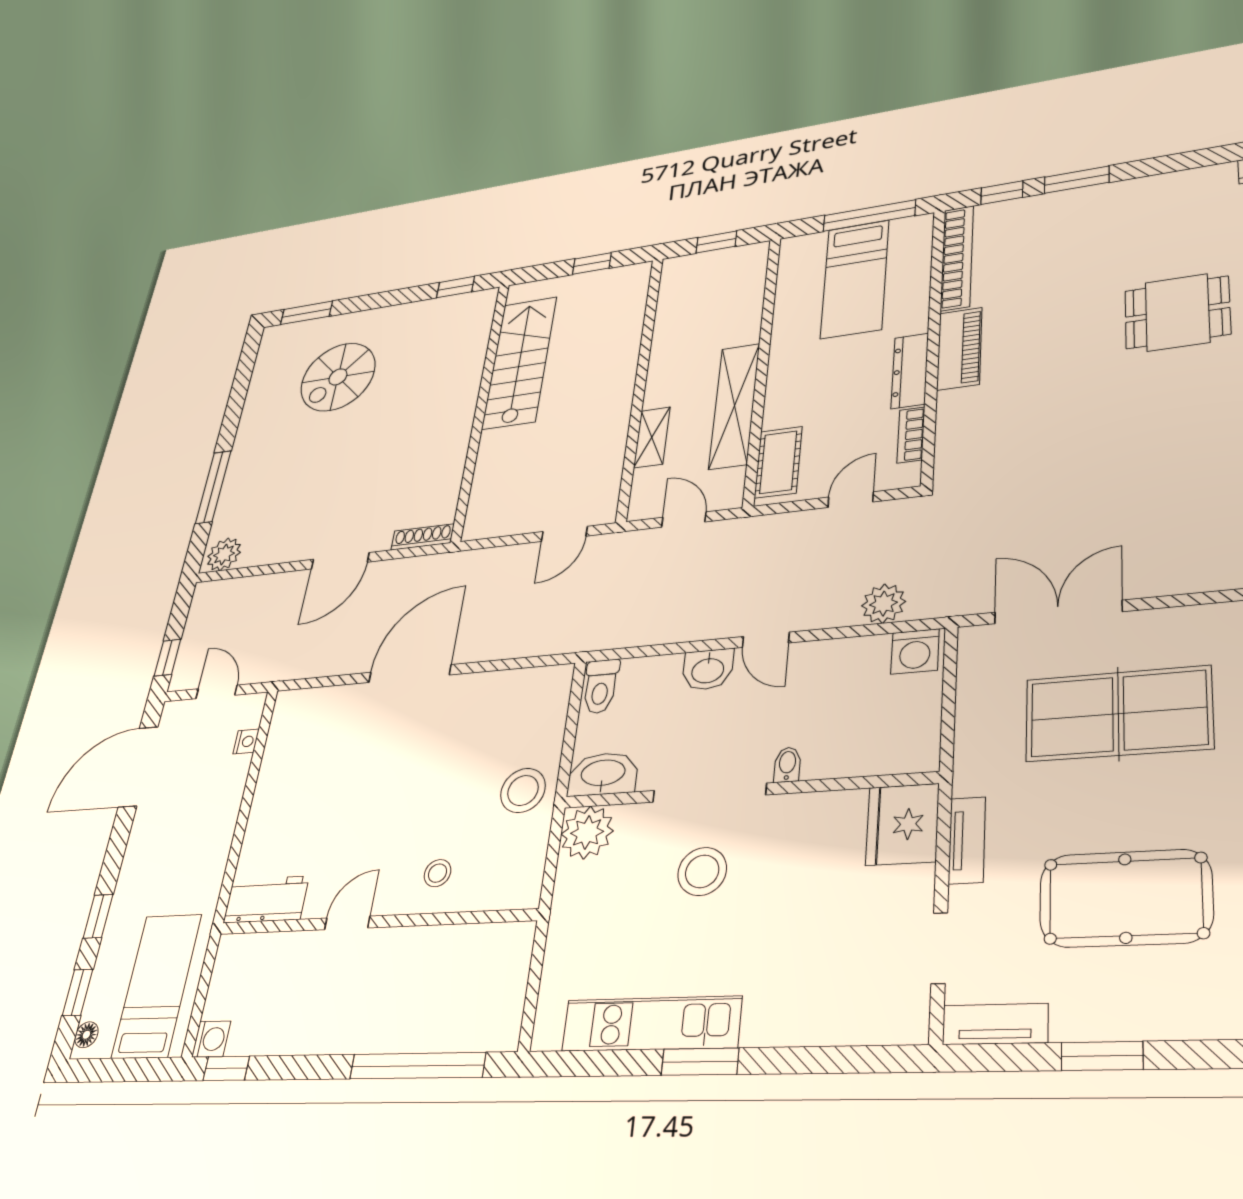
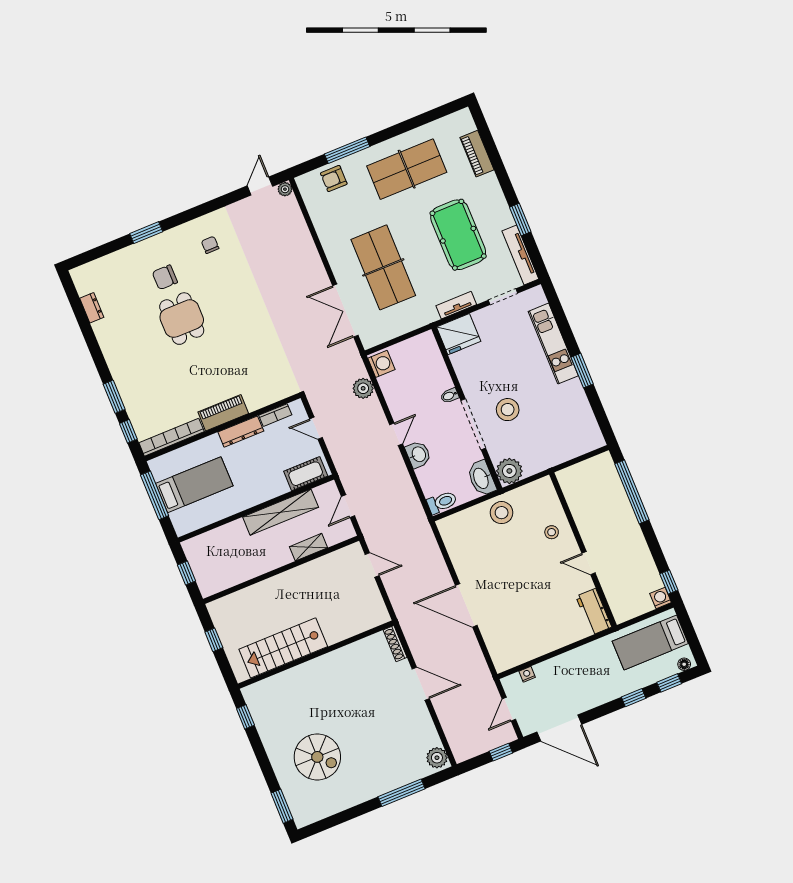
kitchen unit: (651, 1024) -> (553, 344), moved
tv unit: (995, 1024) -> (520, 255), width x1.41

